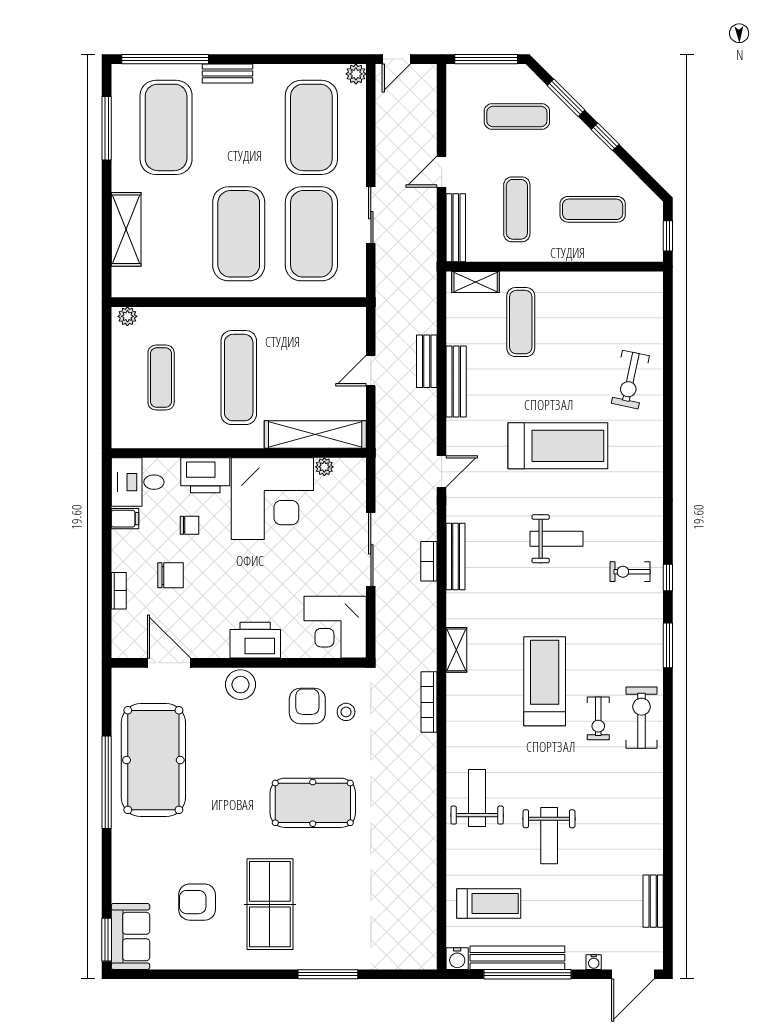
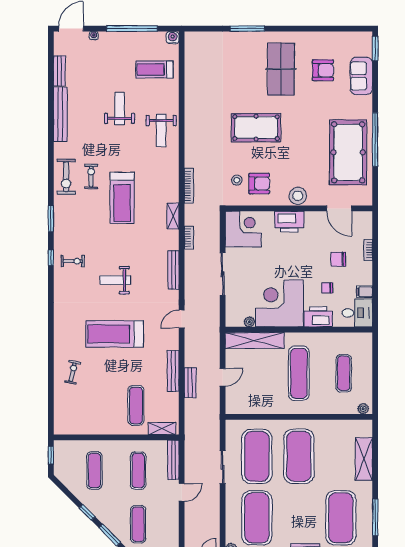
exercise mat: (517, 116) -> (138, 524), turned 90
exercise mat: (593, 209) -> (94, 470), turned 90
exercise bike: (630, 380) -> (73, 372), width x0.73, depth x0.72
bookcase: (429, 561) -> (189, 238), moved
armchair: (307, 706) -> (259, 184), turned -90
sofa: (130, 936) -> (361, 76), moved
bench: (517, 958) -> (60, 114), moved, turned 90

